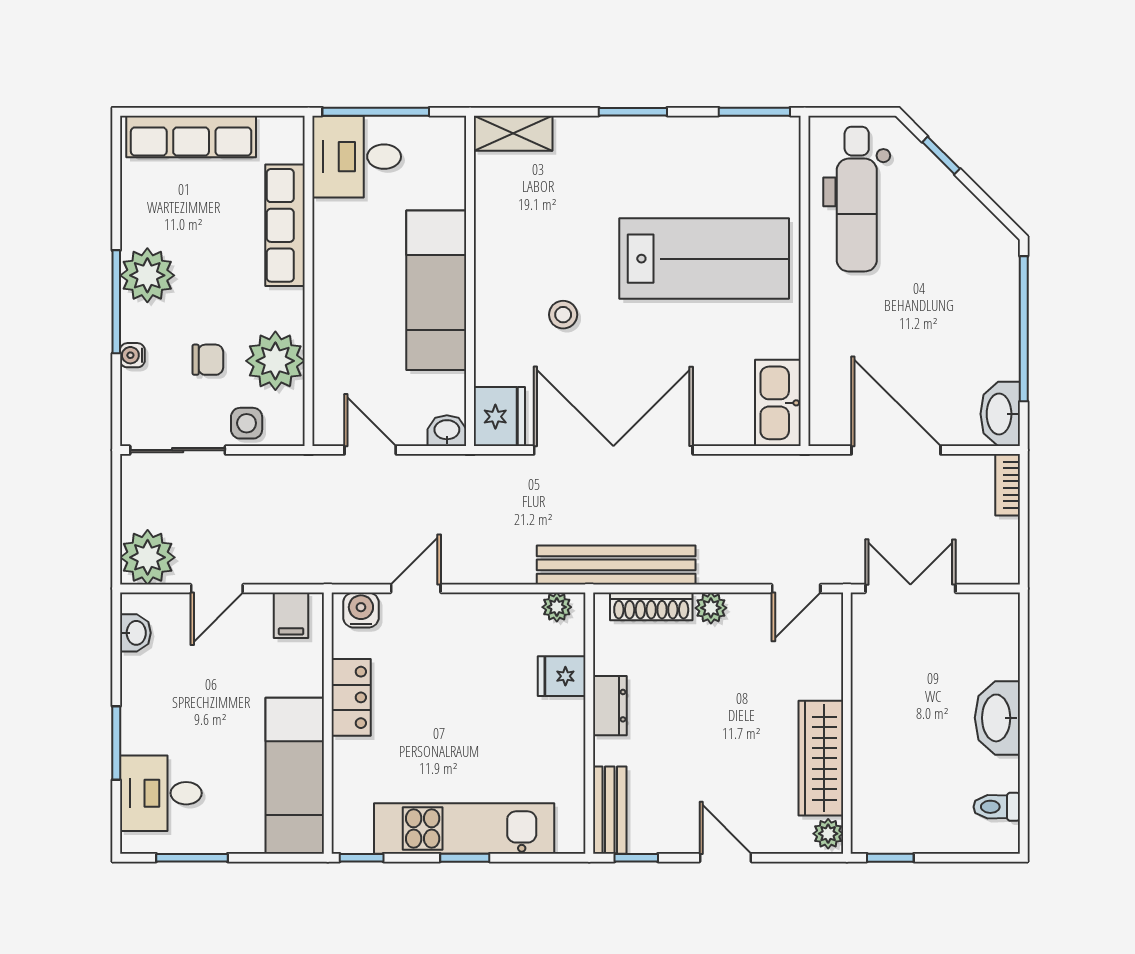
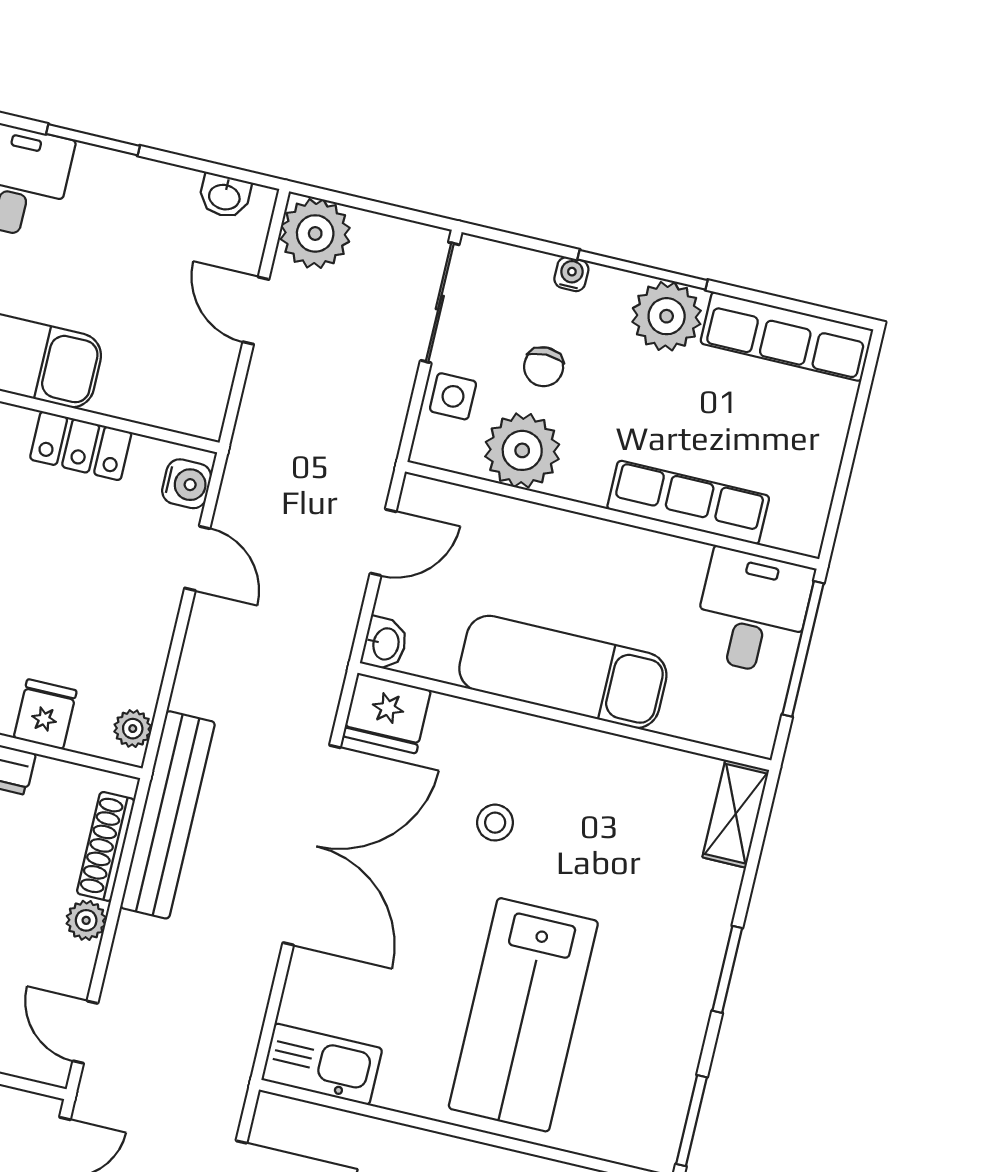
row of seats: (191, 136) -> (787, 336), moved, turned -90
filing cabinet: (291, 615) -> (201, 395), removed

